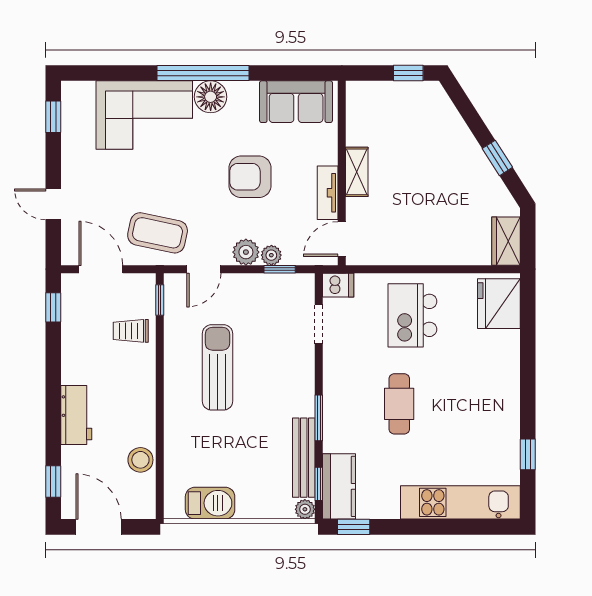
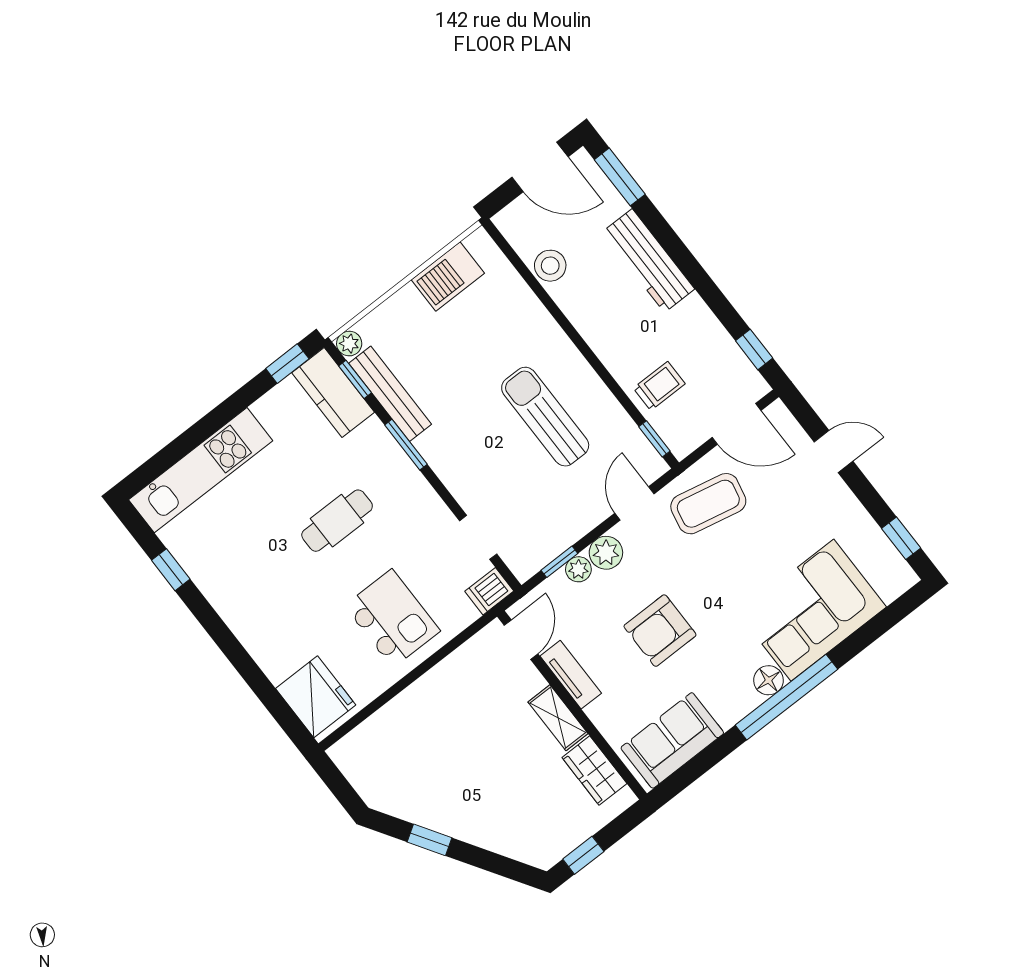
floor lamp: (211, 97) -> (768, 680), width x0.73, depth x0.73
armchair: (250, 177) -> (660, 631), turned 180
wardrobe: (506, 241) -> (594, 771), moved, turned 180
sun lounger: (217, 367) -> (545, 417), turned 180
cafe table: (399, 404) -> (337, 521), turned 90
workbench: (76, 415) -> (648, 261), width x1.38
window: (53, 482) -> (620, 177), width x1.50

